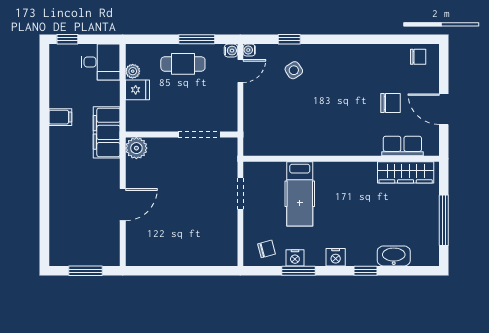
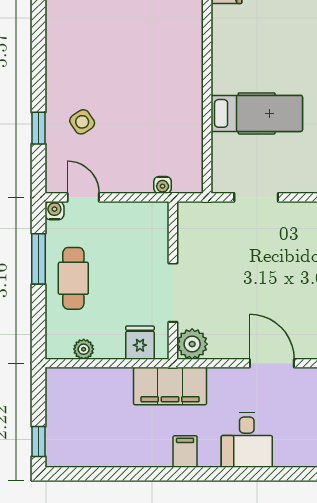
water cooler: (249, 50) -> (163, 185), moved
desk: (101, 62) -> (247, 440), moved, turned 180
fridge: (137, 90) -> (140, 343), moved
filing cabinet: (60, 117) -> (185, 451), moved
doorway: (199, 134) -> (173, 293), moved

